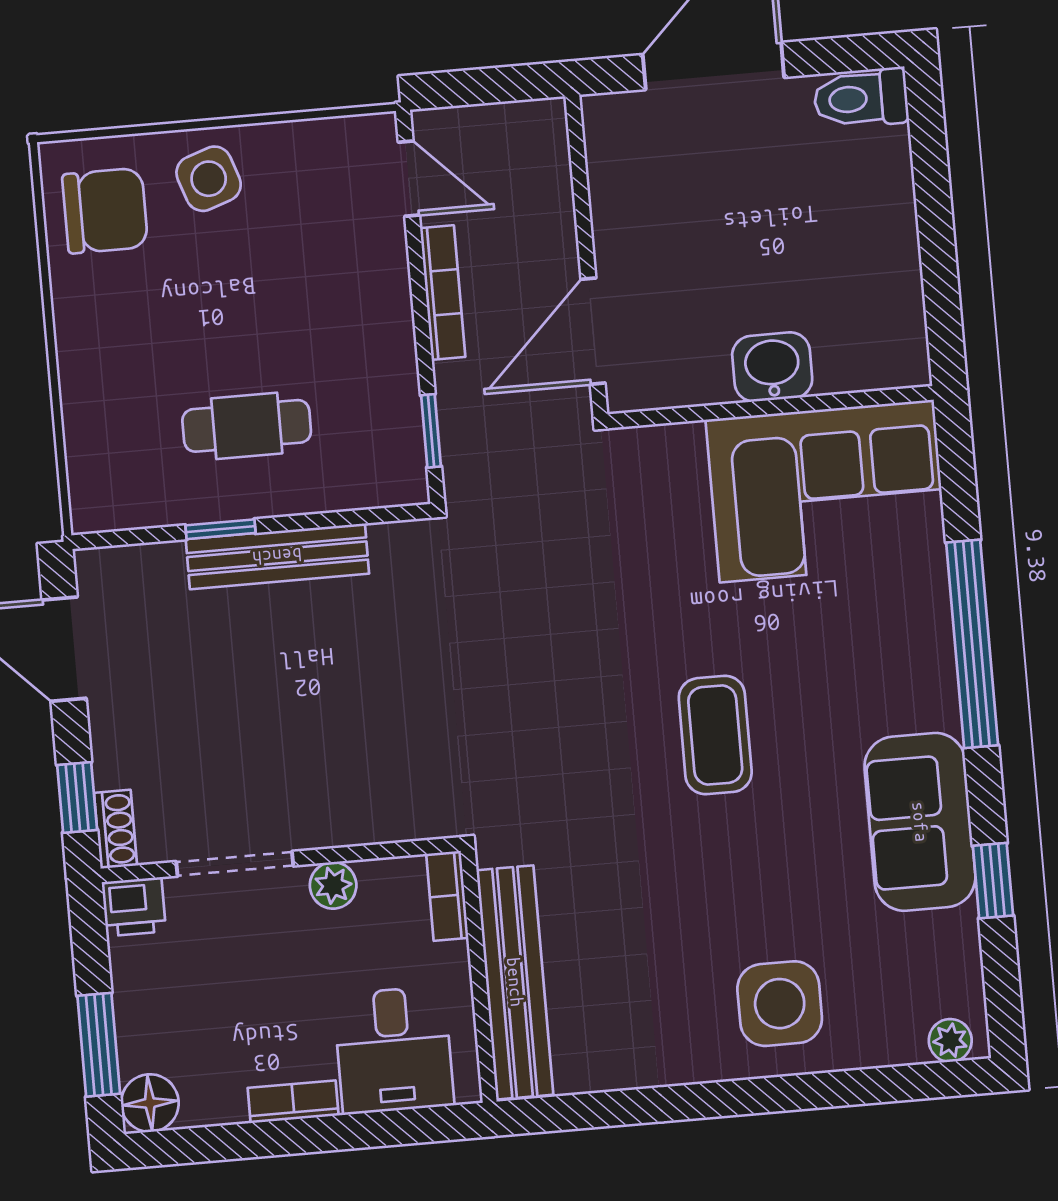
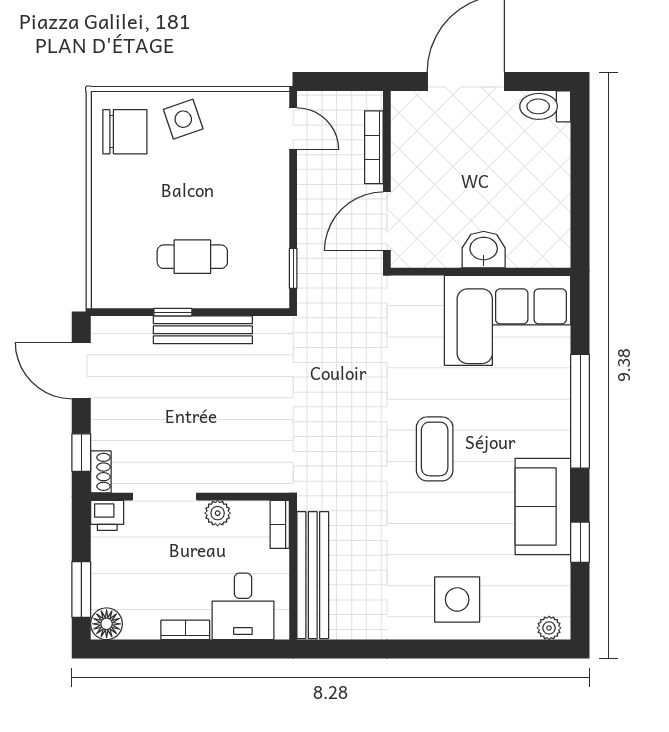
bookcase: (443, 293) -> (374, 147), moved, turned 180

